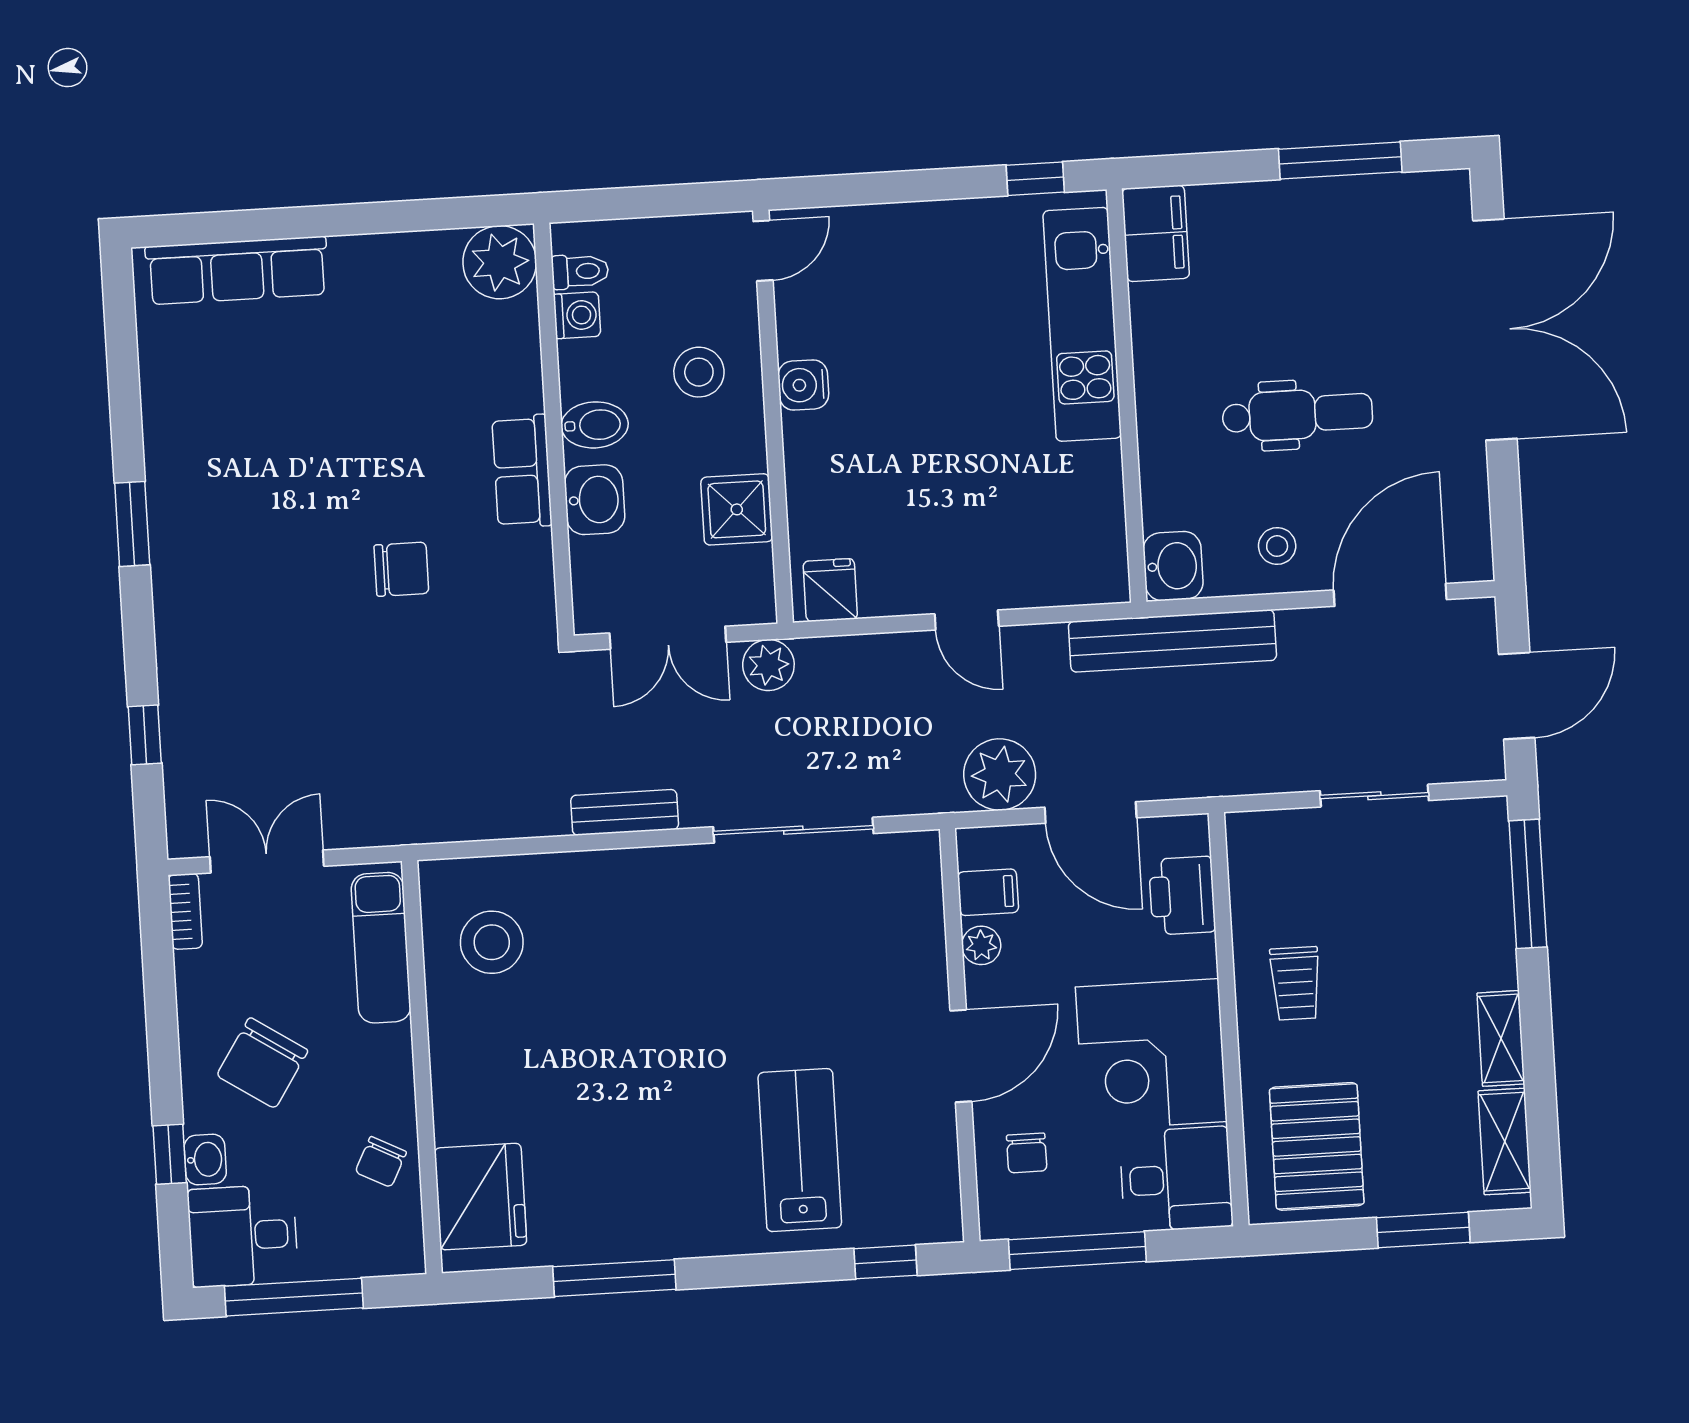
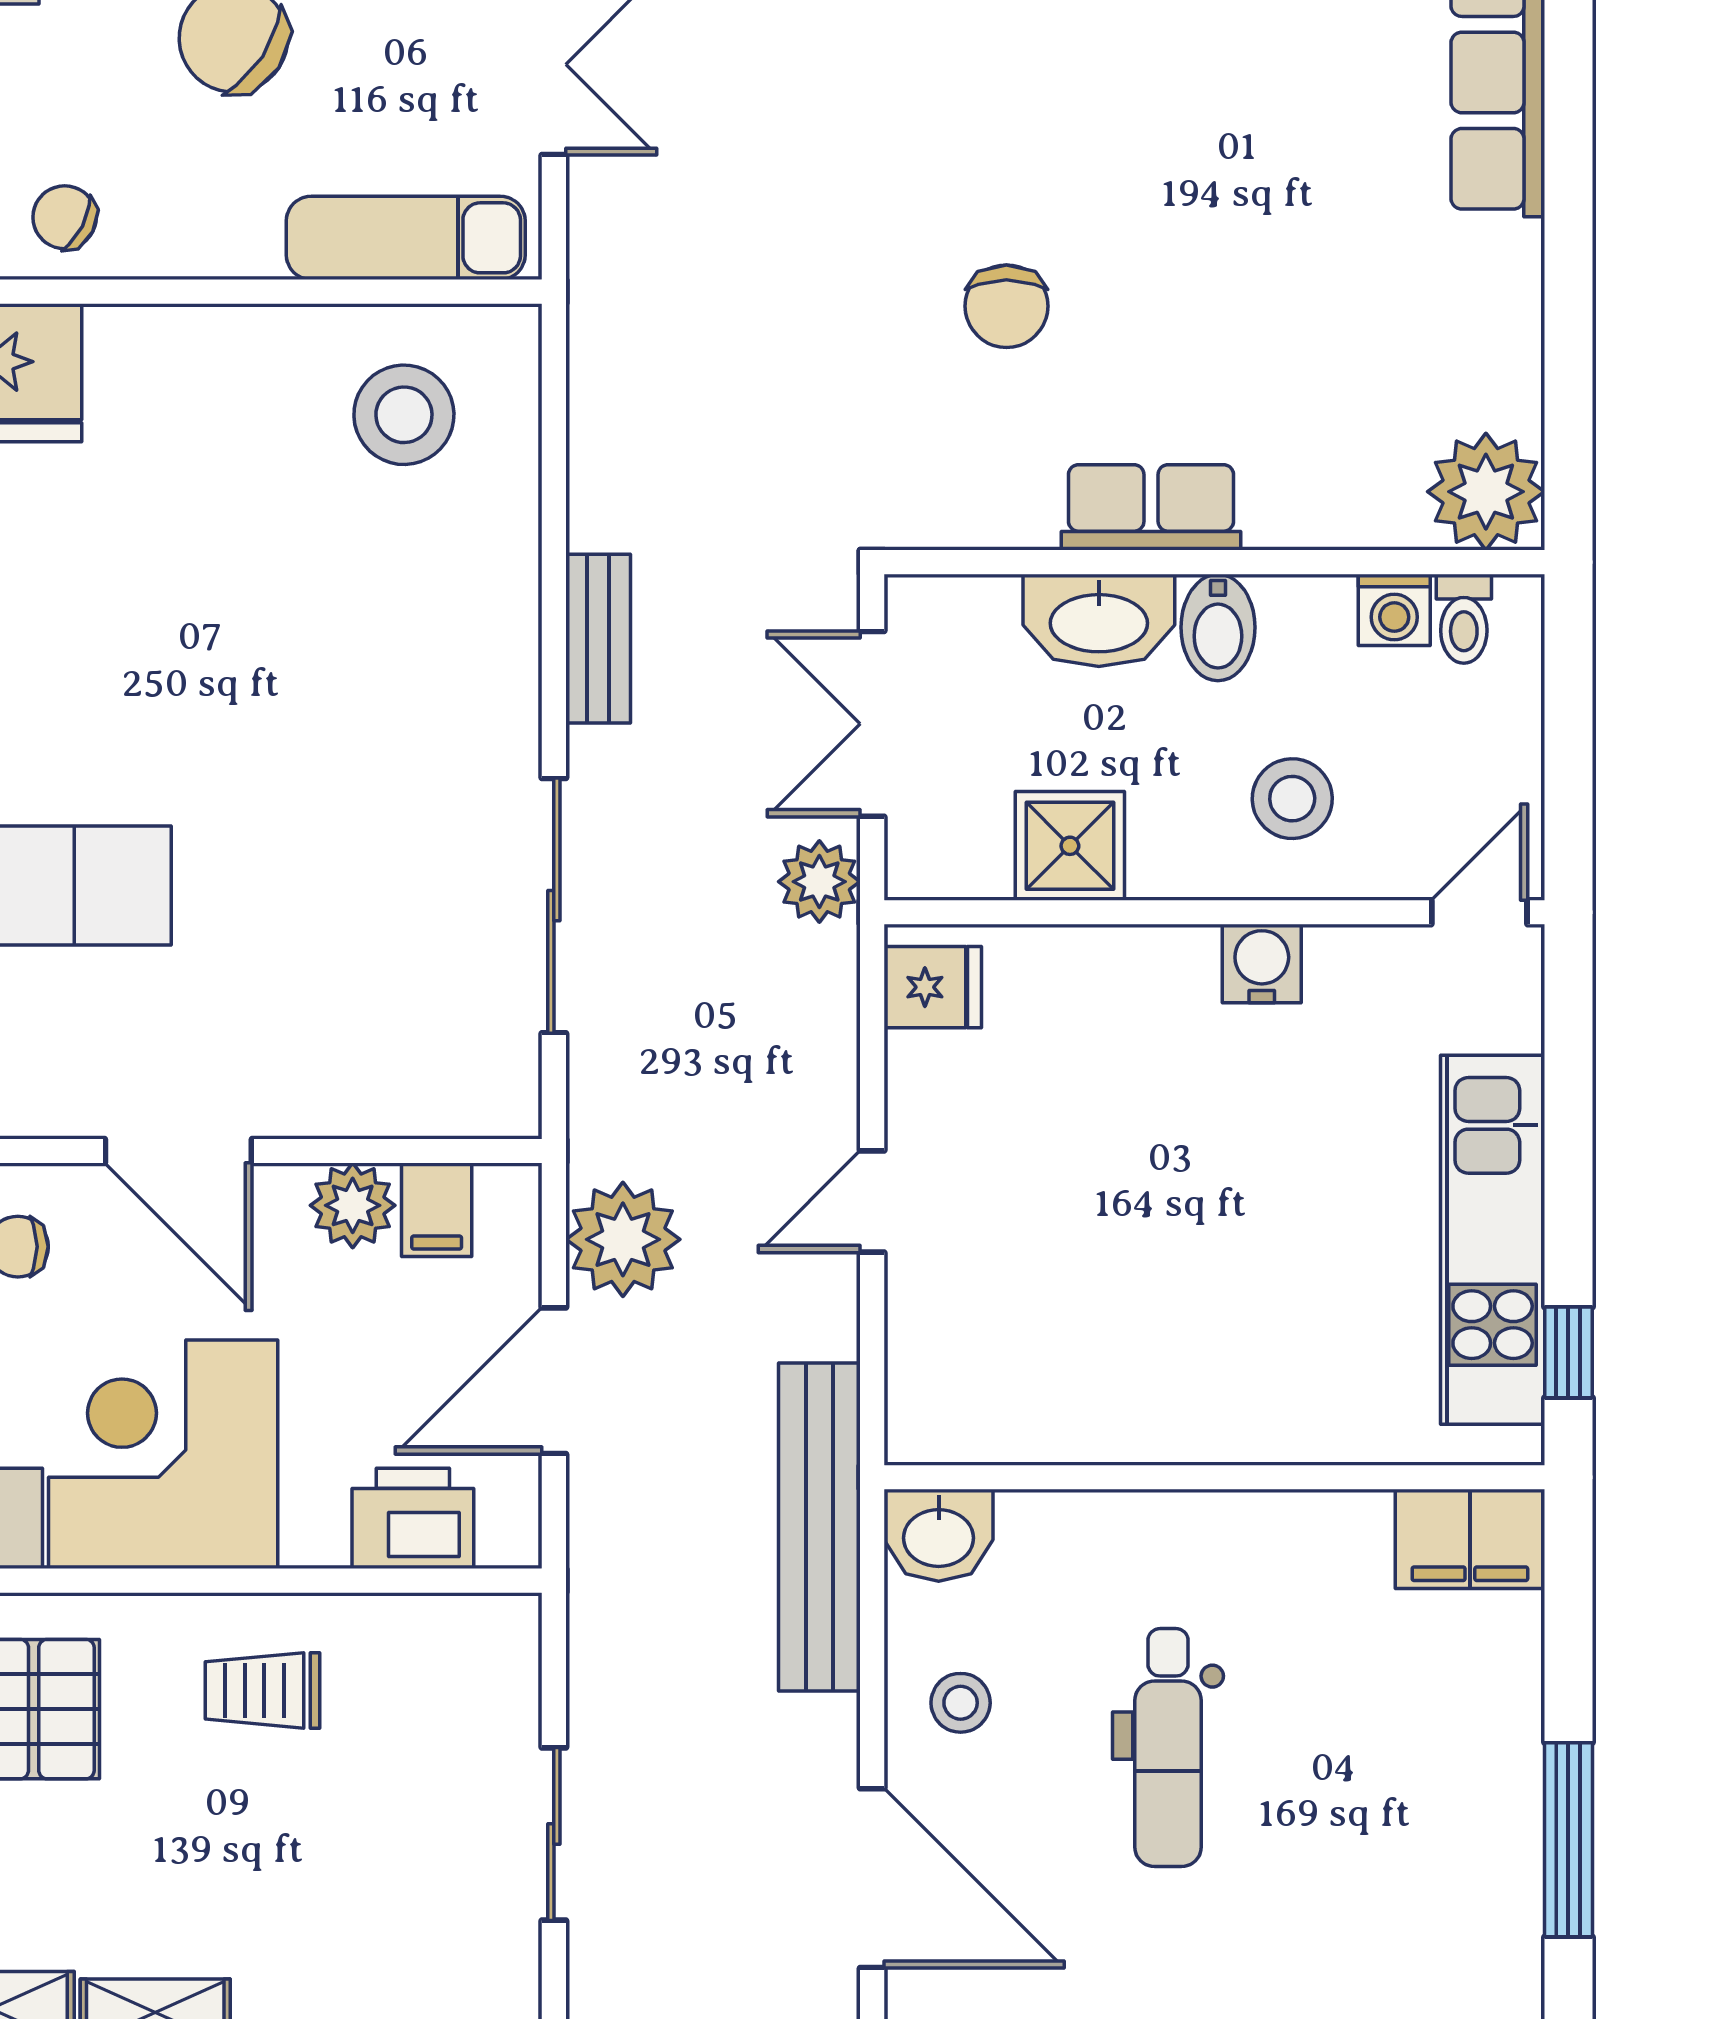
door: (763, 251) -> (1479, 912), swing flipped
kitchen unit: (1082, 324) -> (1493, 1240), moved, turned -90
washbasin: (595, 500) -> (1099, 620), width x1.38
plant: (981, 945) -> (353, 1205), width x1.38, depth x1.38

